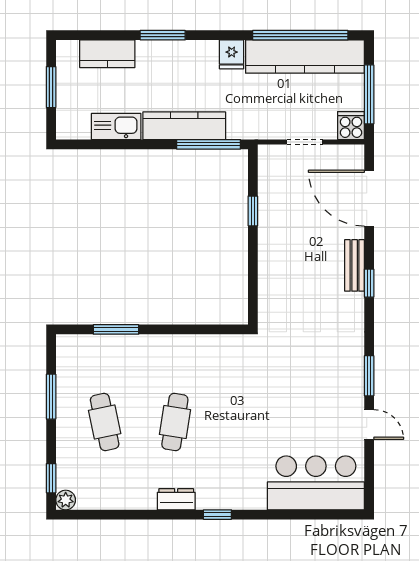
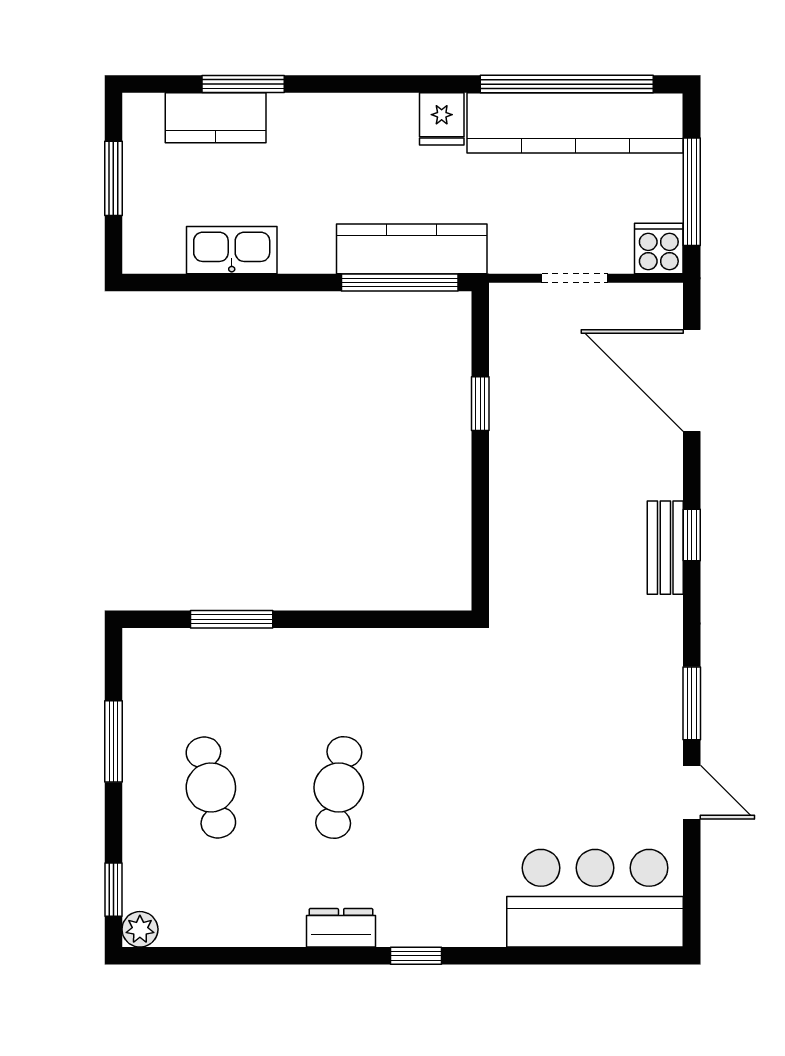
window: (163, 35) -> (243, 84), moved
kitchen counter: (184, 126) -> (412, 249), moved
bench: (355, 265) -> (665, 548), moved

